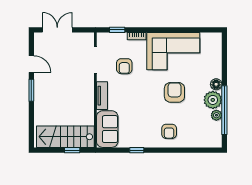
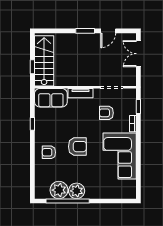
double door: (57, 30) -> (138, 54), swing flipped
floor lamp: (216, 84) -> (90, 194), removed
armchair: (174, 92) -> (77, 147), moved
plant: (216, 115) -> (59, 190), width x1.87, depth x1.87

